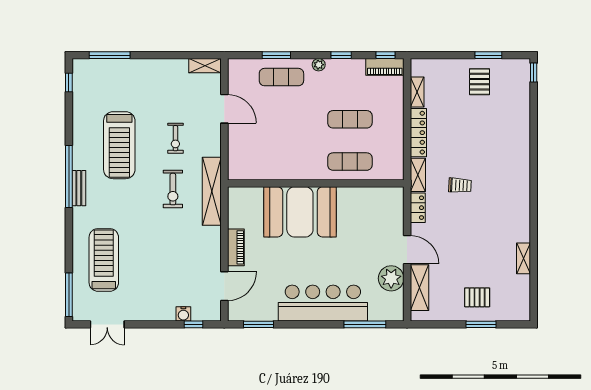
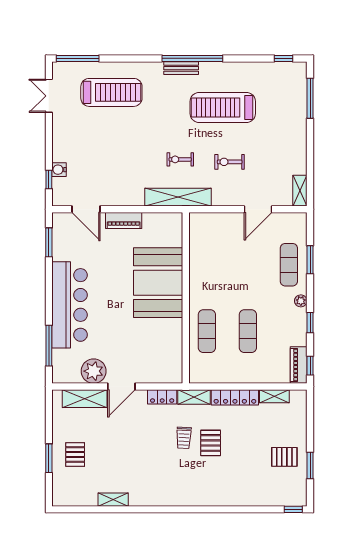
pallet: (465, 158) -> (211, 443), added
exercise bike: (173, 189) -> (180, 159), width x0.73, depth x0.72

